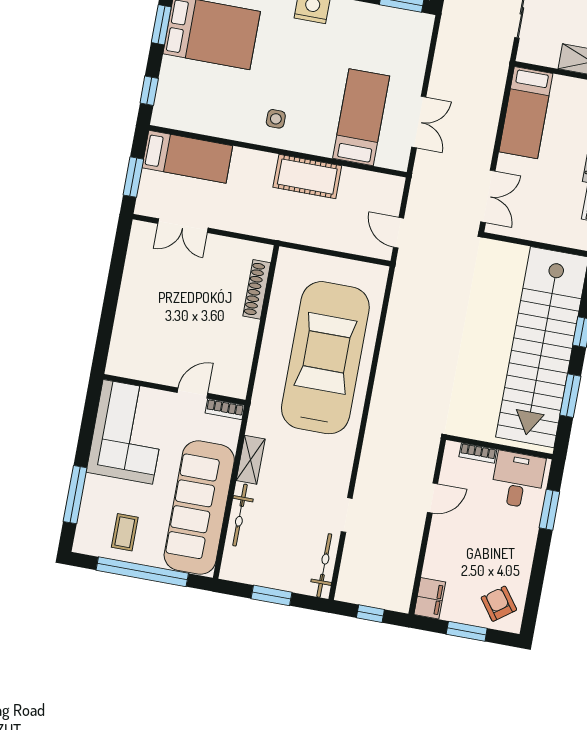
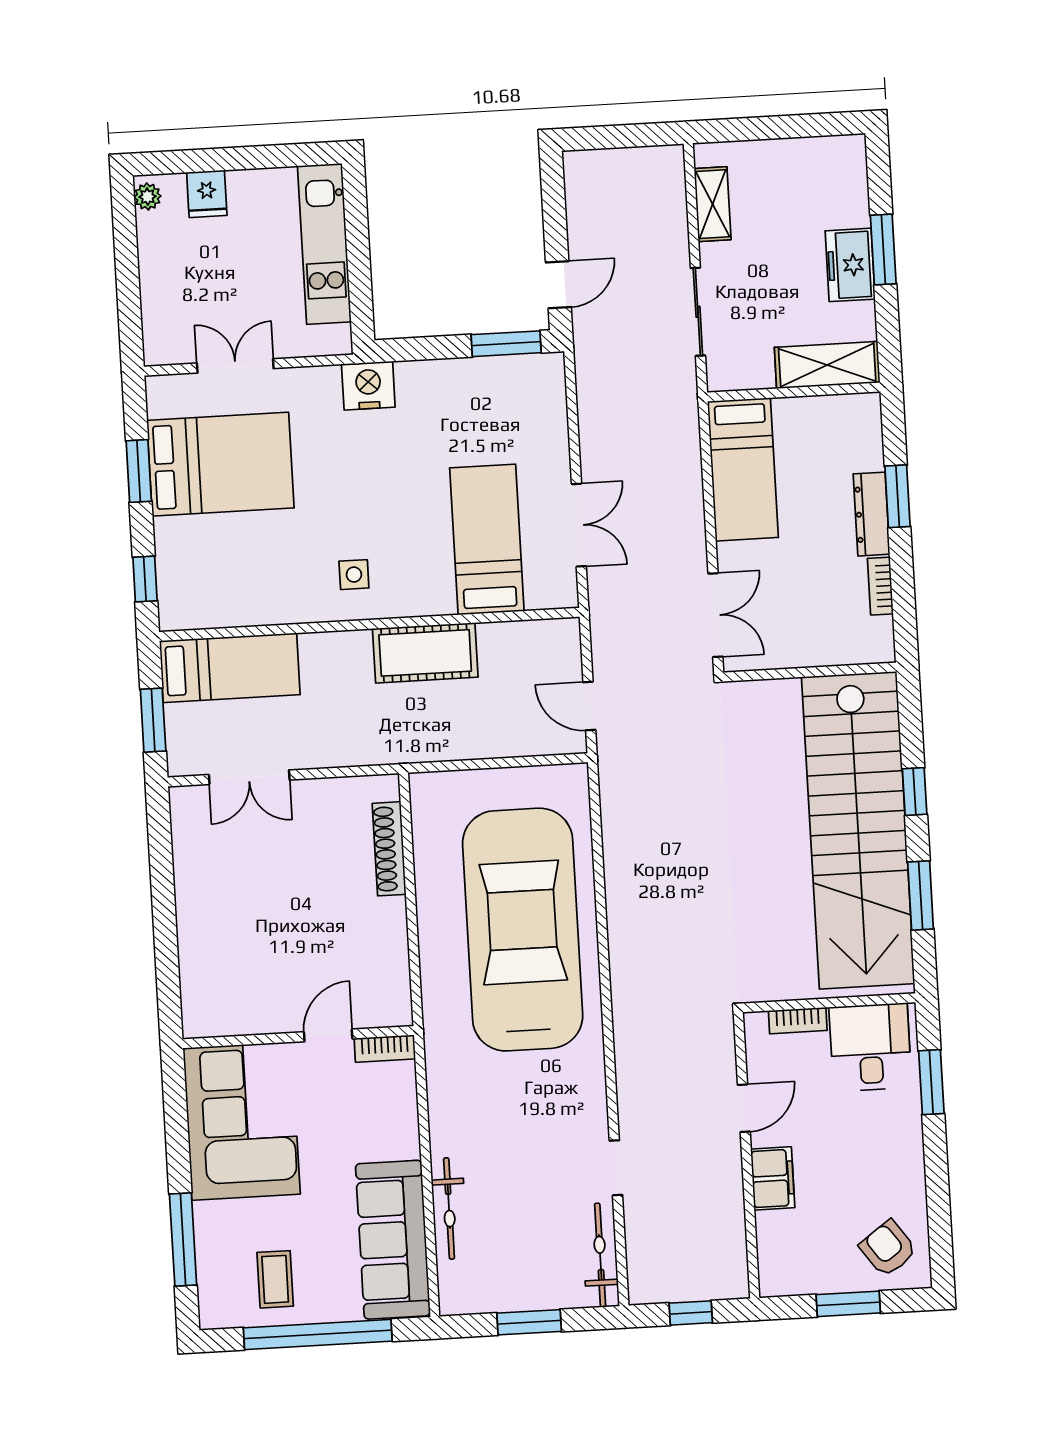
shelving: (251, 460) -> (445, 1118), removed
sofa: (199, 508) -> (393, 1240), width x0.74, depth x0.79
filing cabinet: (430, 598) -> (773, 1178), moved

